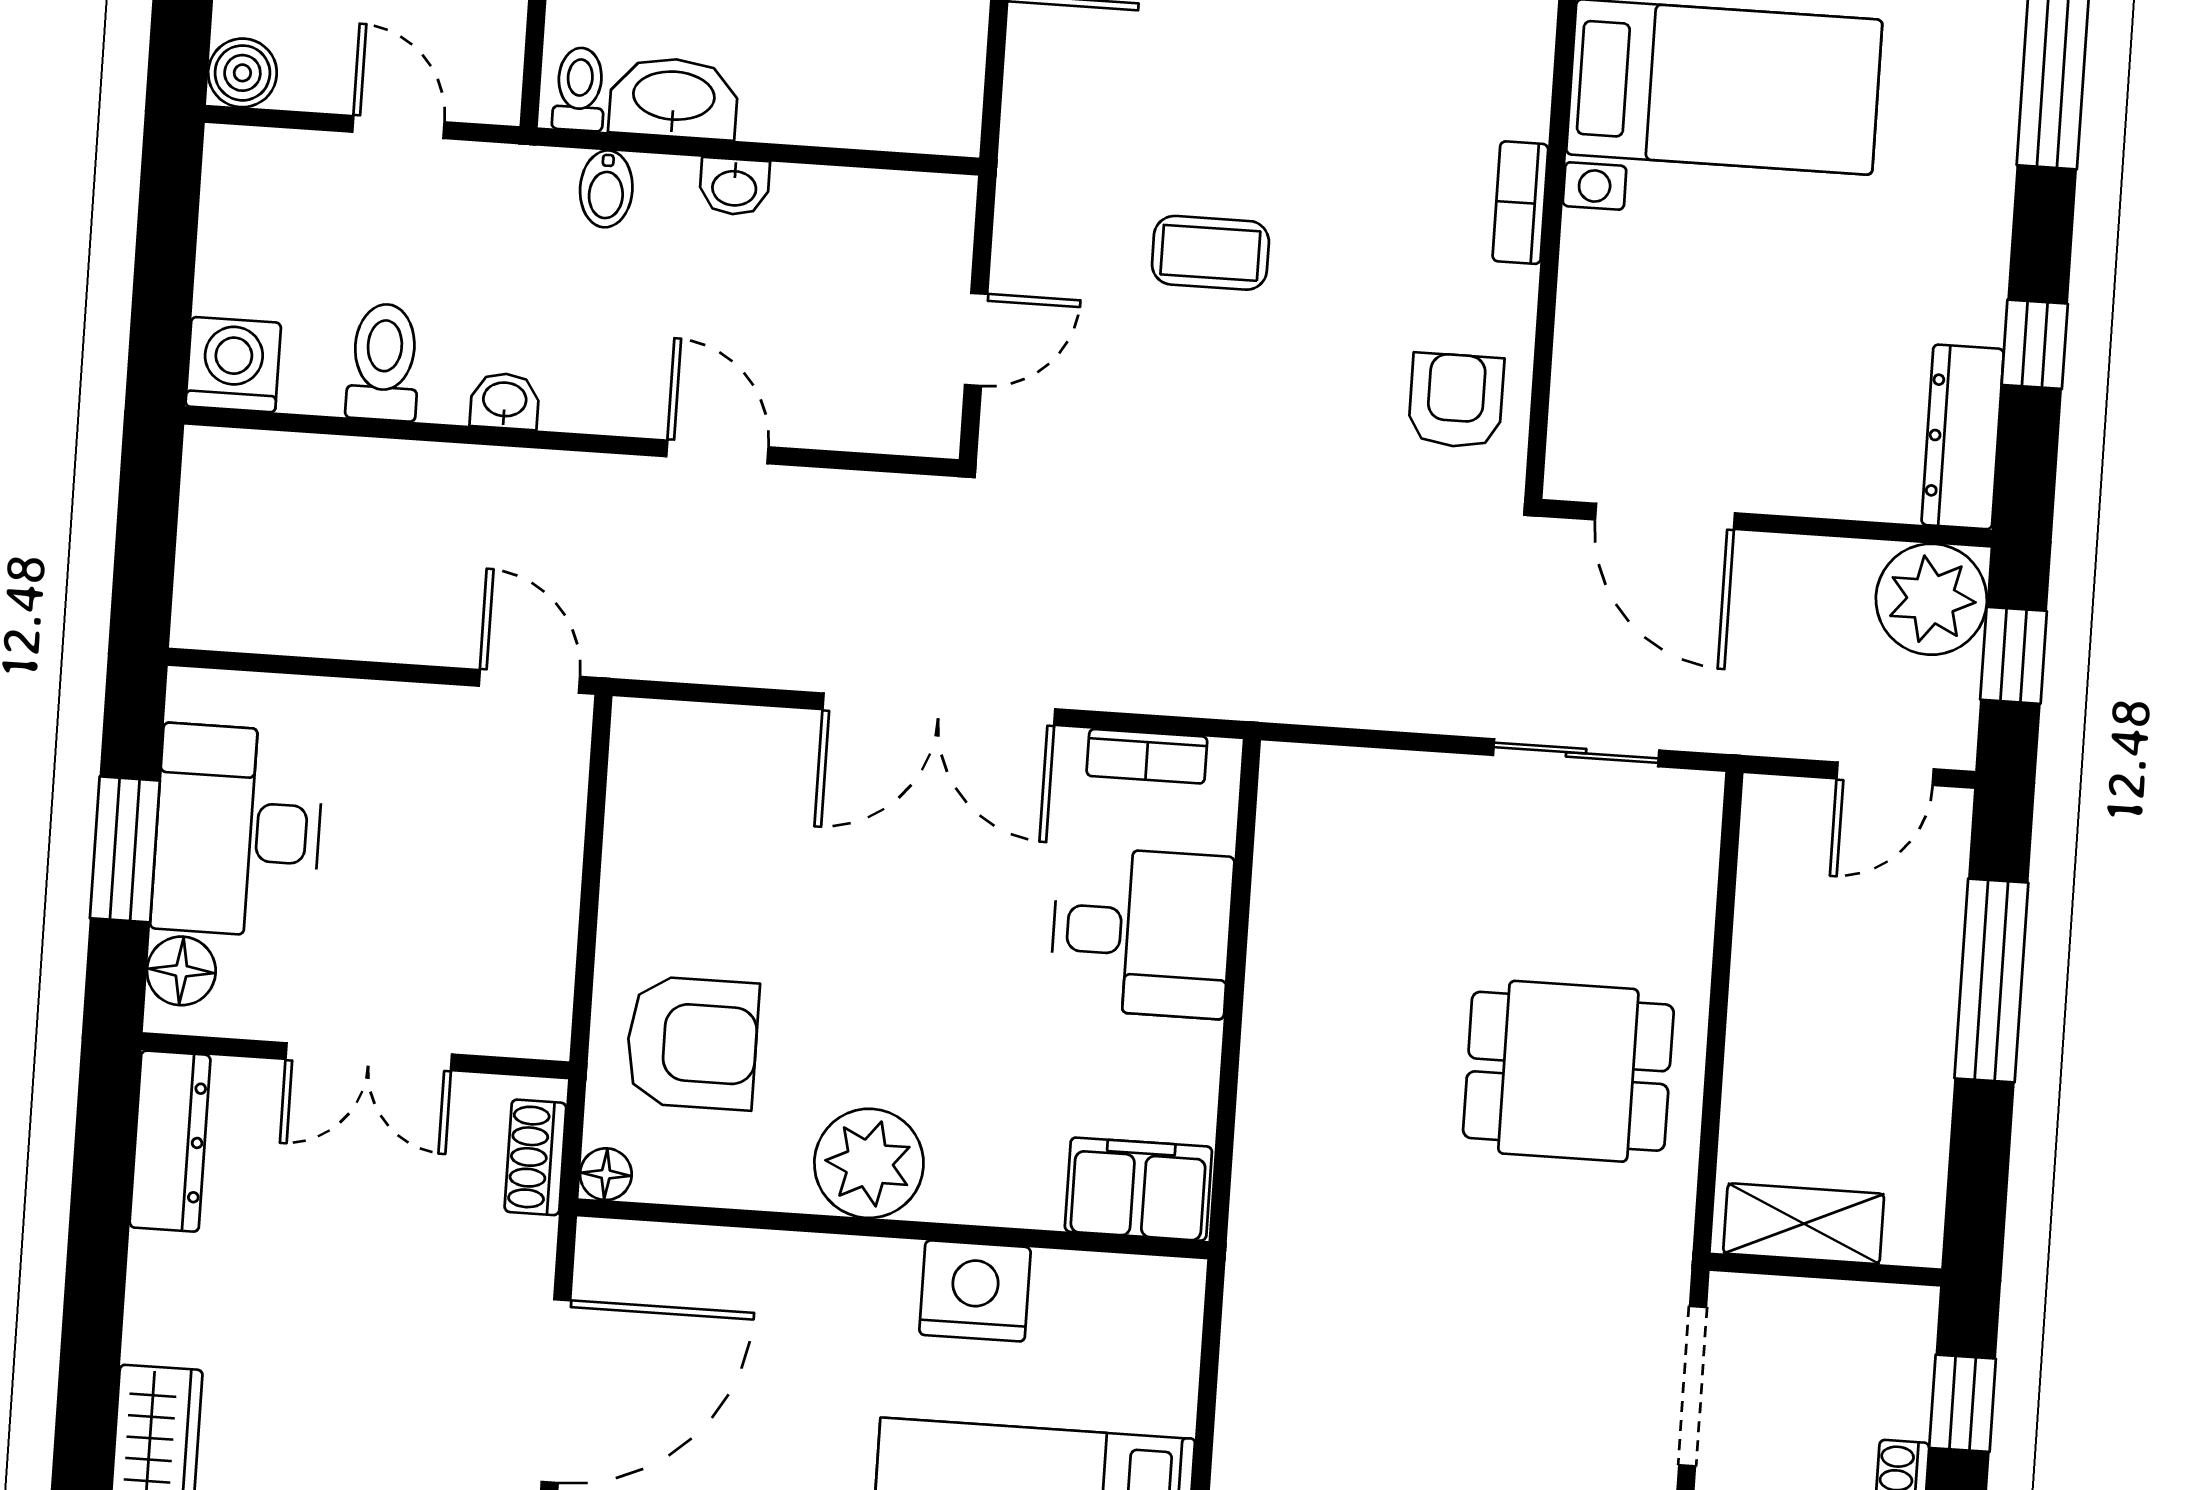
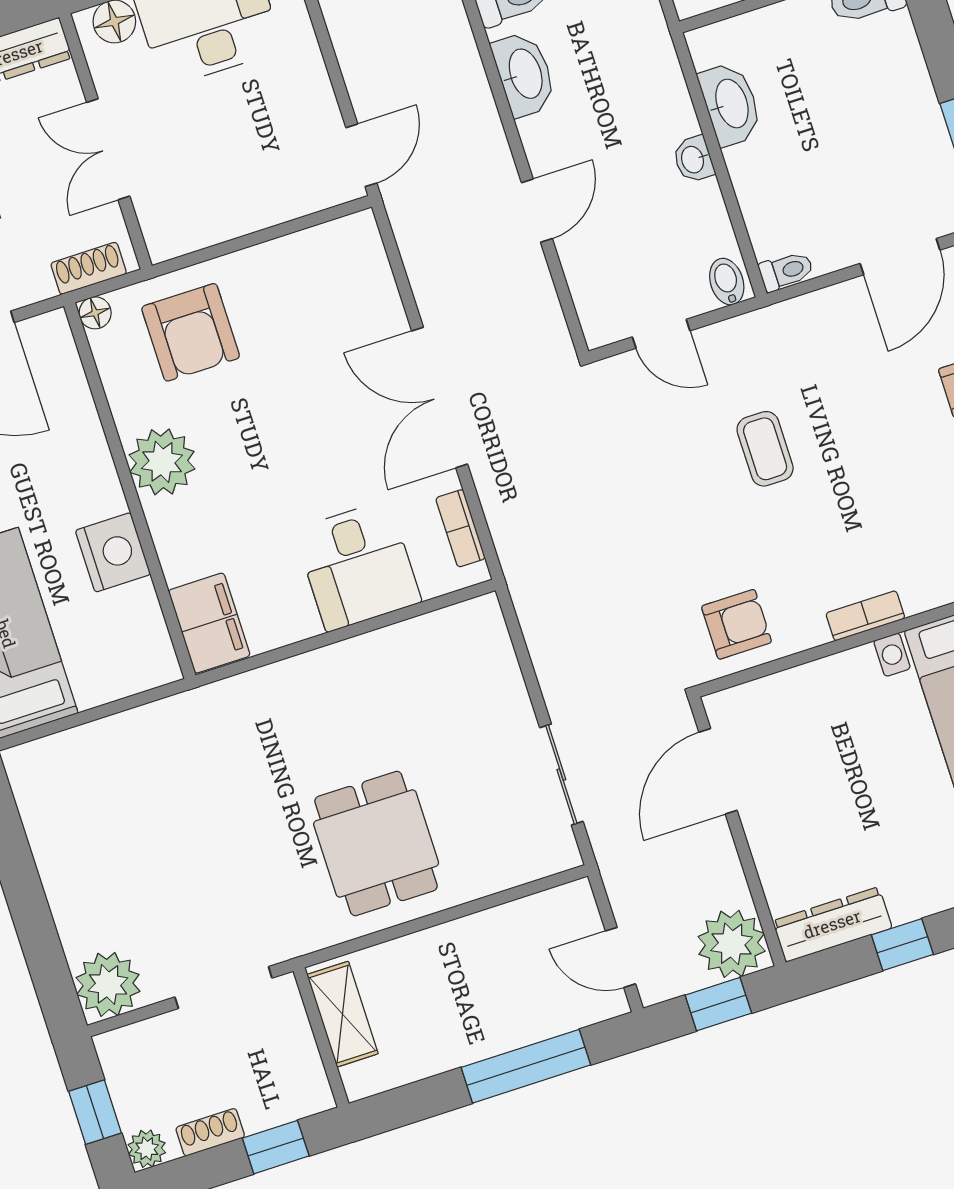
toilet: (579, 89) -> (786, 271), moved
bidet: (606, 189) -> (727, 282), moved, turned 90
washbasin: (505, 401) -> (524, 74), width x1.91, depth x1.45

